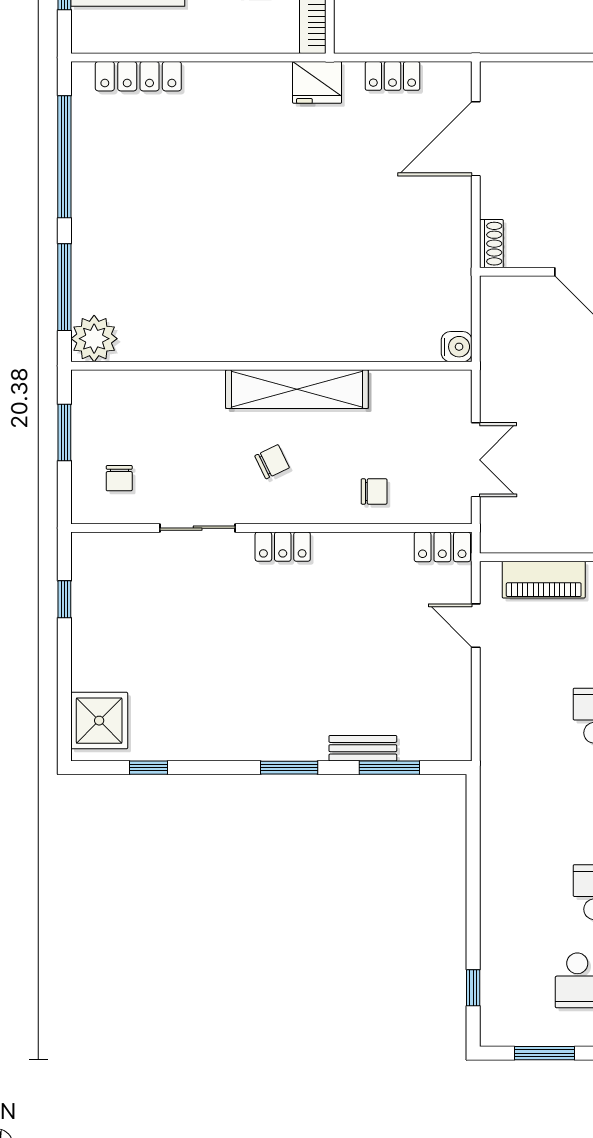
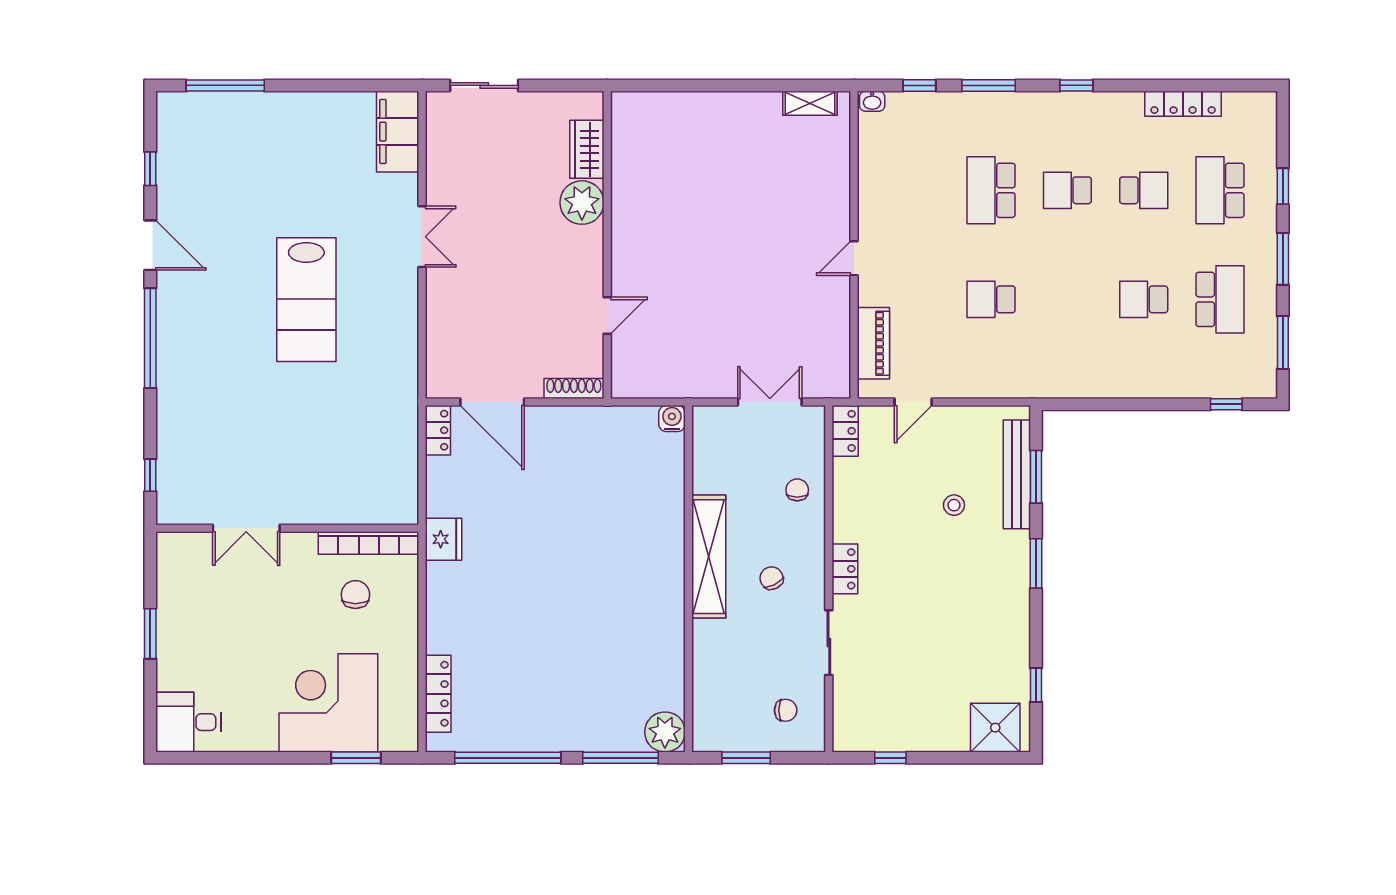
locker: (392, 76) -> (438, 430), moved
shoe rack: (491, 244) -> (574, 388), width x1.43
stool: (356, 673) -> (954, 505), added
bench: (363, 748) -> (1017, 474), width x1.86, depth x1.21

